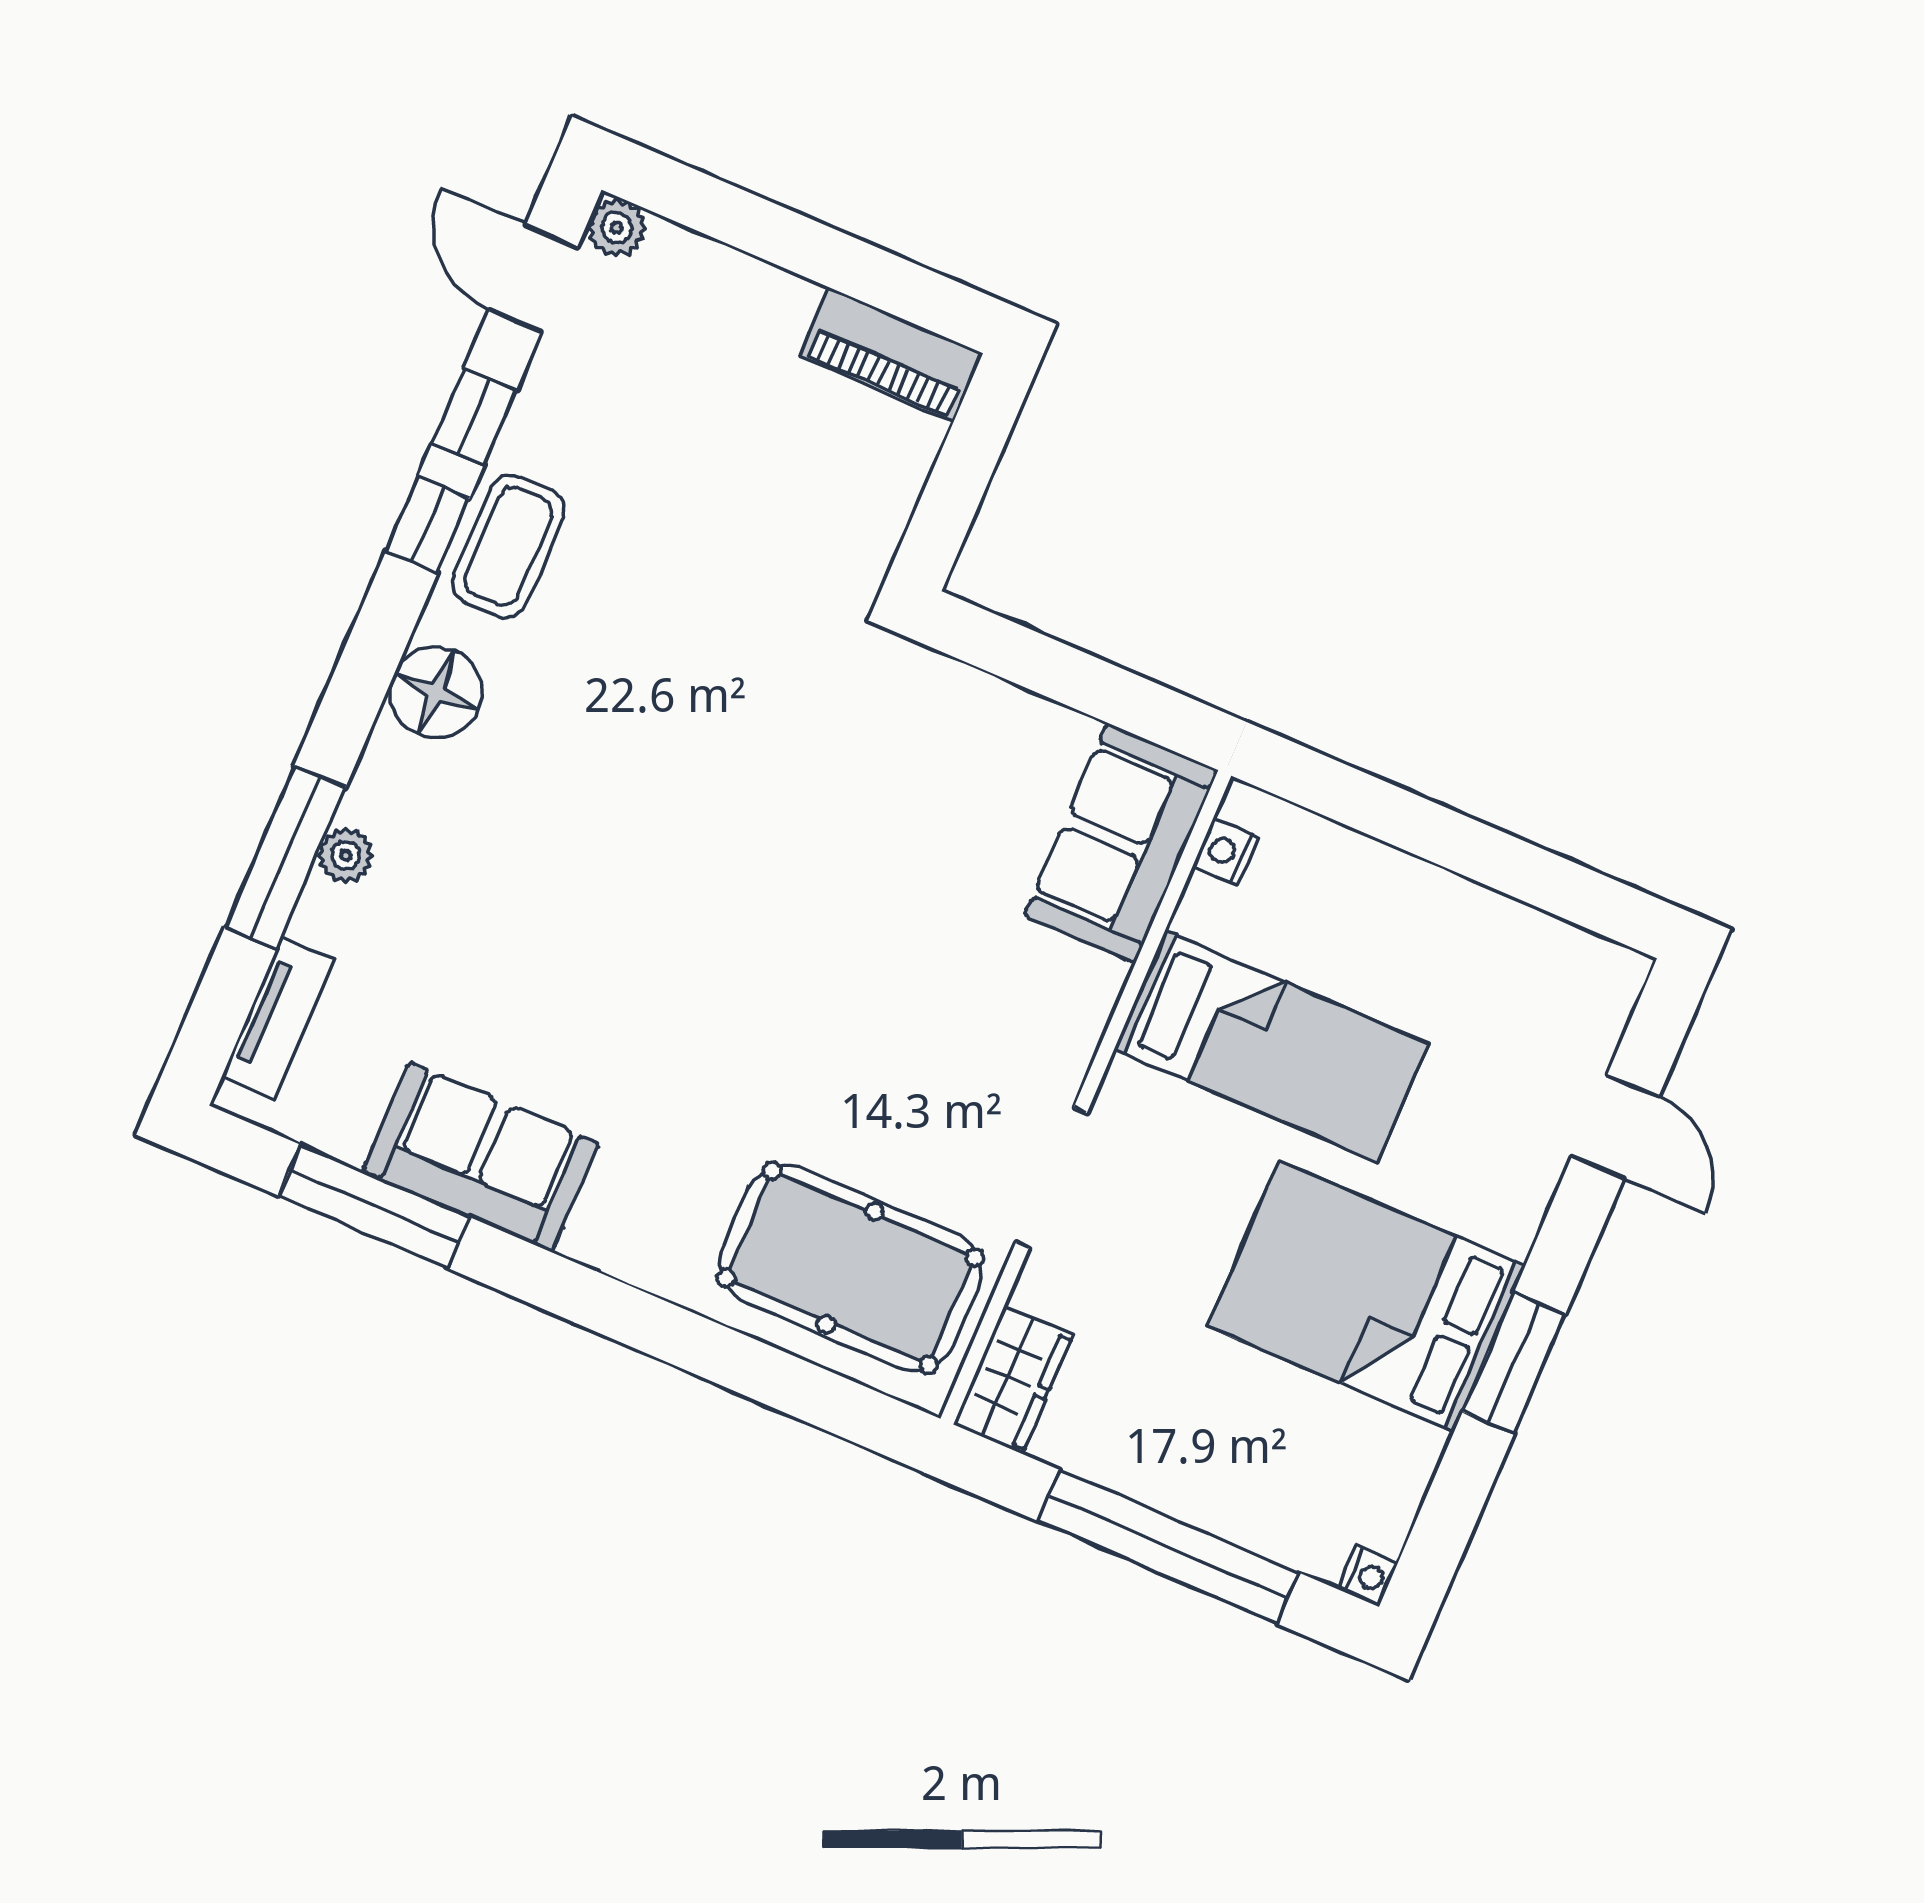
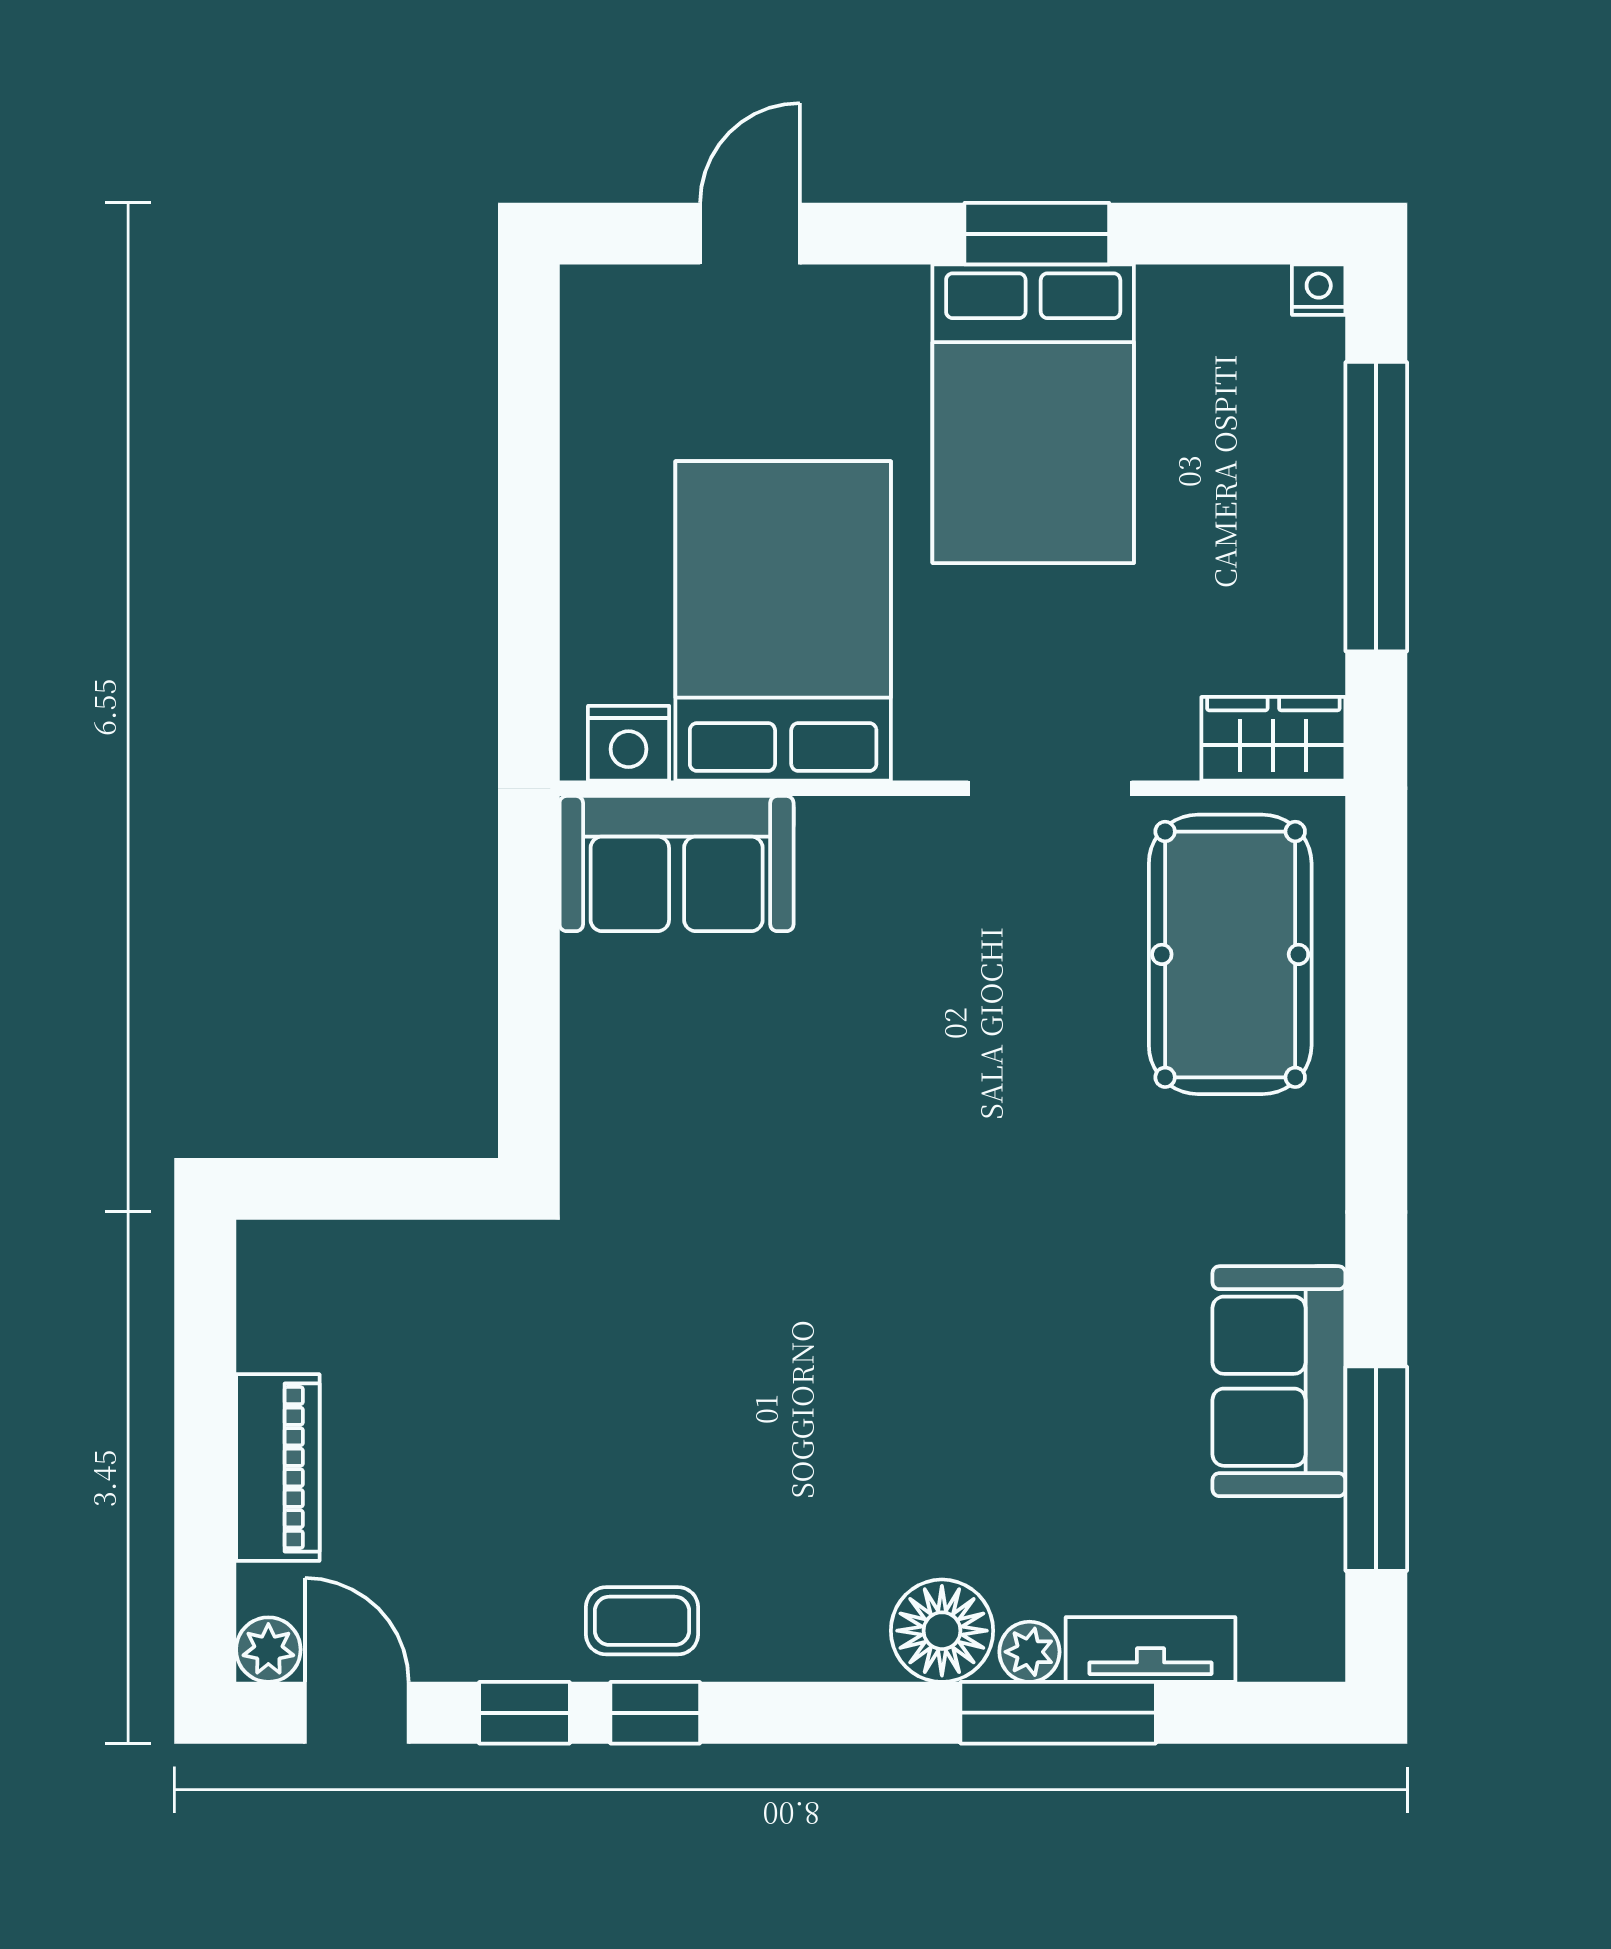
door: (533, 278) -> (357, 1713), swing flipped
piano: (891, 355) -> (278, 1468), moved
coffee table: (508, 546) -> (642, 1621), width x0.73, depth x0.77
floor lamp: (436, 692) -> (942, 1631), moved
nightstand: (1226, 852) -> (629, 743), width x1.39, depth x1.35
tv unit: (278, 1018) -> (1151, 1650), moved
bed: (1271, 1046) -> (783, 621), width x1.50

